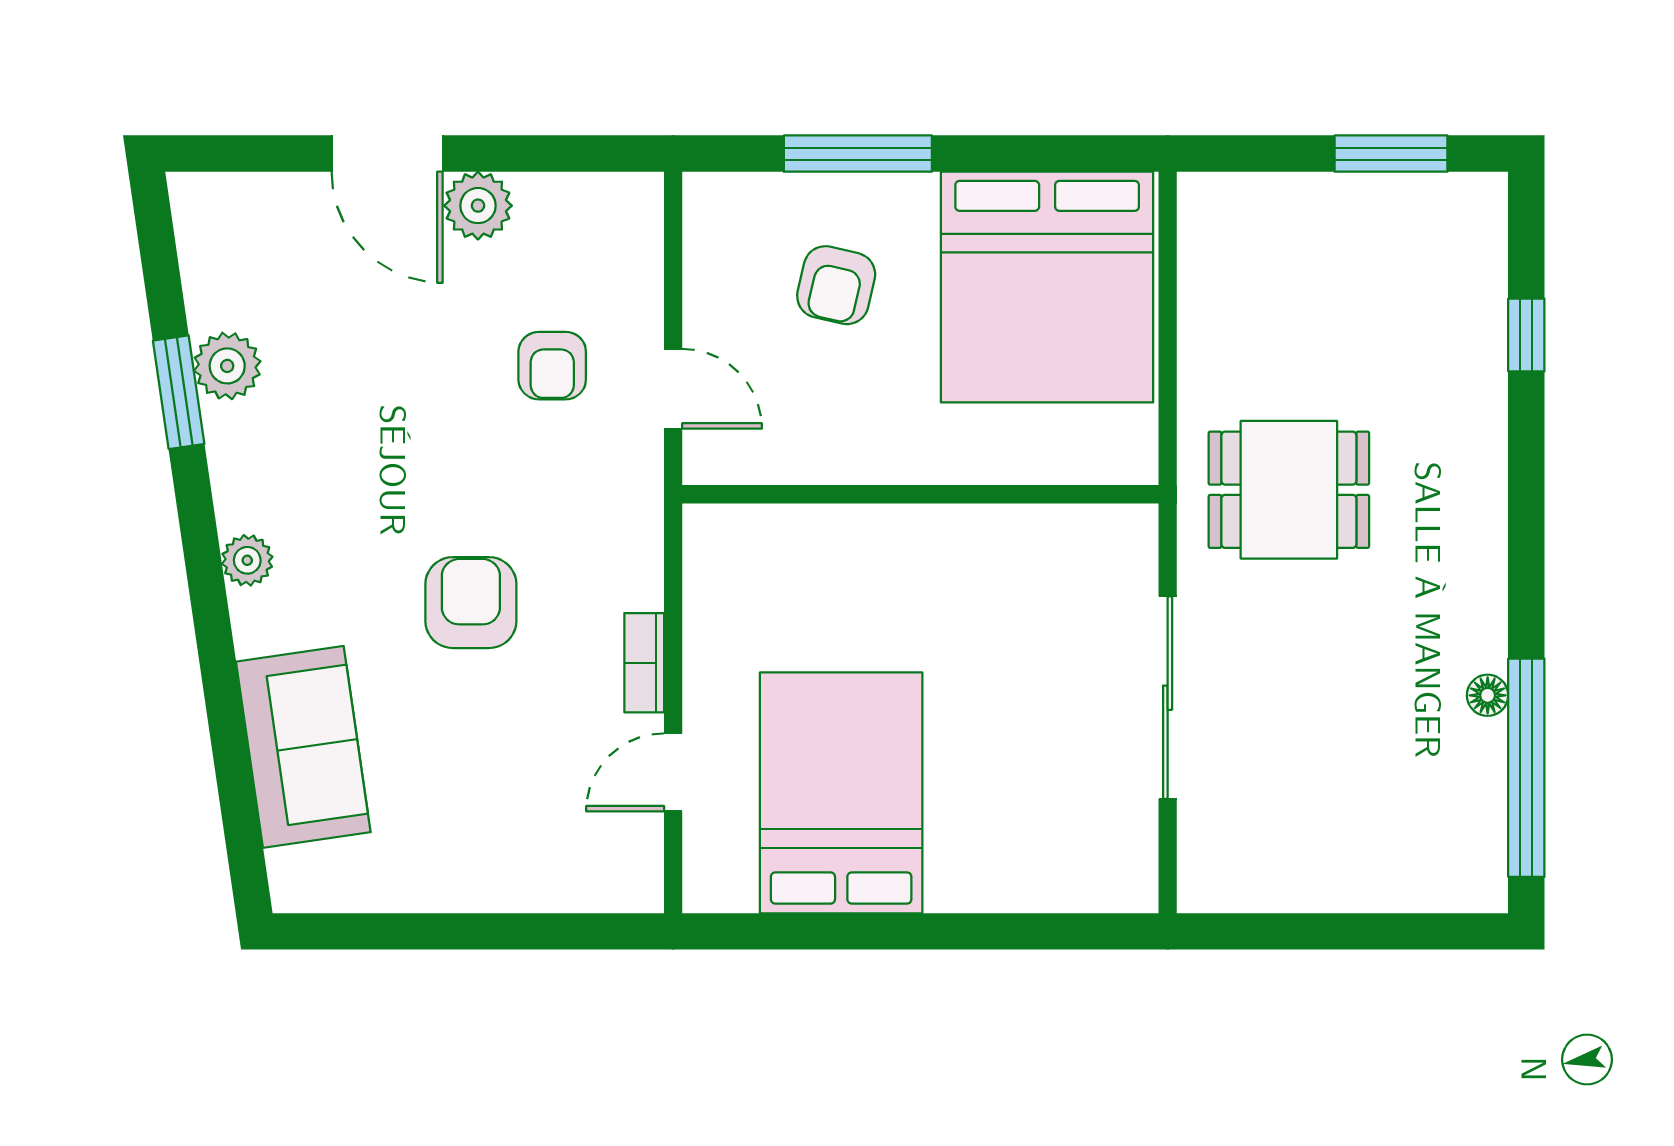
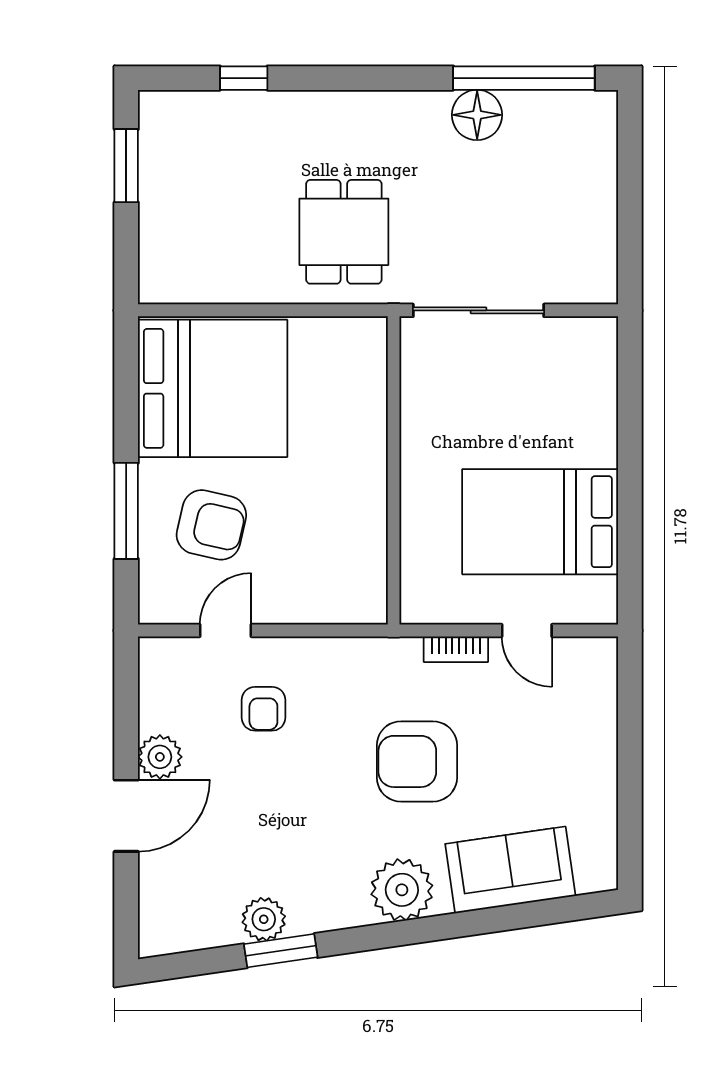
armchair: (836, 285) -> (211, 525), width x1.38, depth x1.38
armchair: (552, 366) -> (263, 709), turned 90
door: (673, 389) -> (226, 631), moved
wall: (920, 494) -> (394, 470), moved
plant: (247, 560) -> (402, 890), width x1.87, depth x1.87
armchair: (471, 603) -> (417, 761), width x1.36, depth x1.36
floor lamp: (1488, 695) -> (477, 115), width x1.89, depth x1.89

